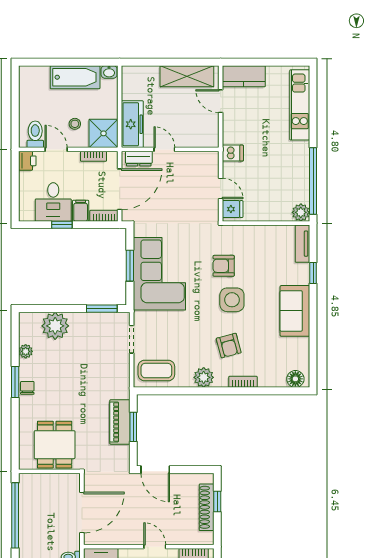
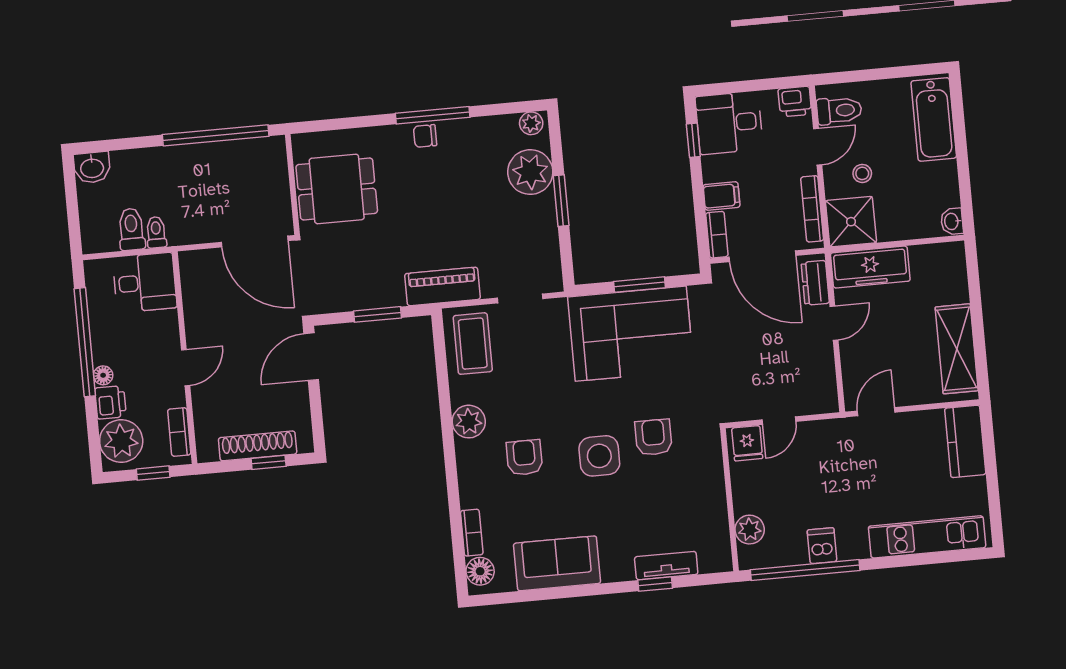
bathtub: (75, 77) -> (934, 119), moved
door: (221, 101) -> (876, 412), moved
dishwasher: (233, 153) -> (822, 546), moved, turned 180
bookcase: (94, 156) -> (812, 209), width x1.56
desk: (53, 202) -> (729, 123), moved
plant: (301, 212) -> (750, 530), moved
window: (62, 225) -> (693, 140), moved
tv unit: (302, 244) -> (666, 566), moved
window: (102, 309) -> (561, 201), moved
sofa: (295, 311) -> (557, 563), moved
armchair: (229, 346) -> (524, 457), turned 105
plant: (26, 351) -> (531, 123), moved
window: (15, 382) -> (433, 115), width x1.44
bookcase: (243, 382) -> (472, 533), moved
chair: (27, 388) -> (425, 136), turned 180
piano: (120, 422) -> (442, 286), moved
door: (82, 513) -> (255, 241), moved

